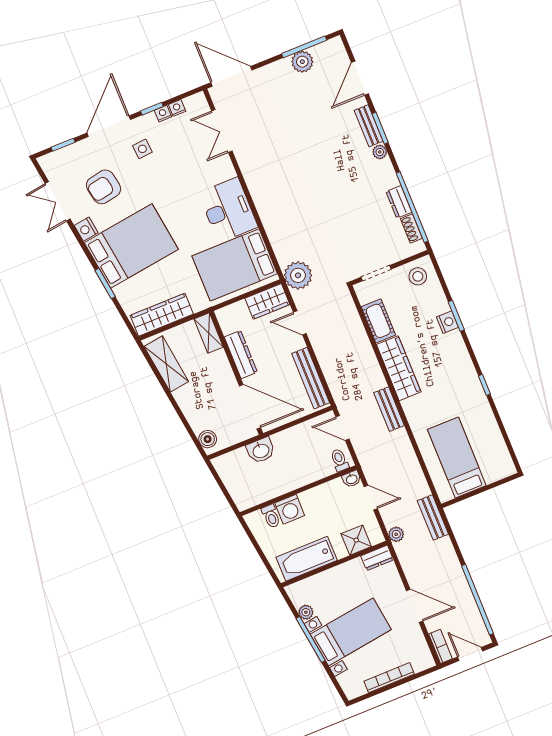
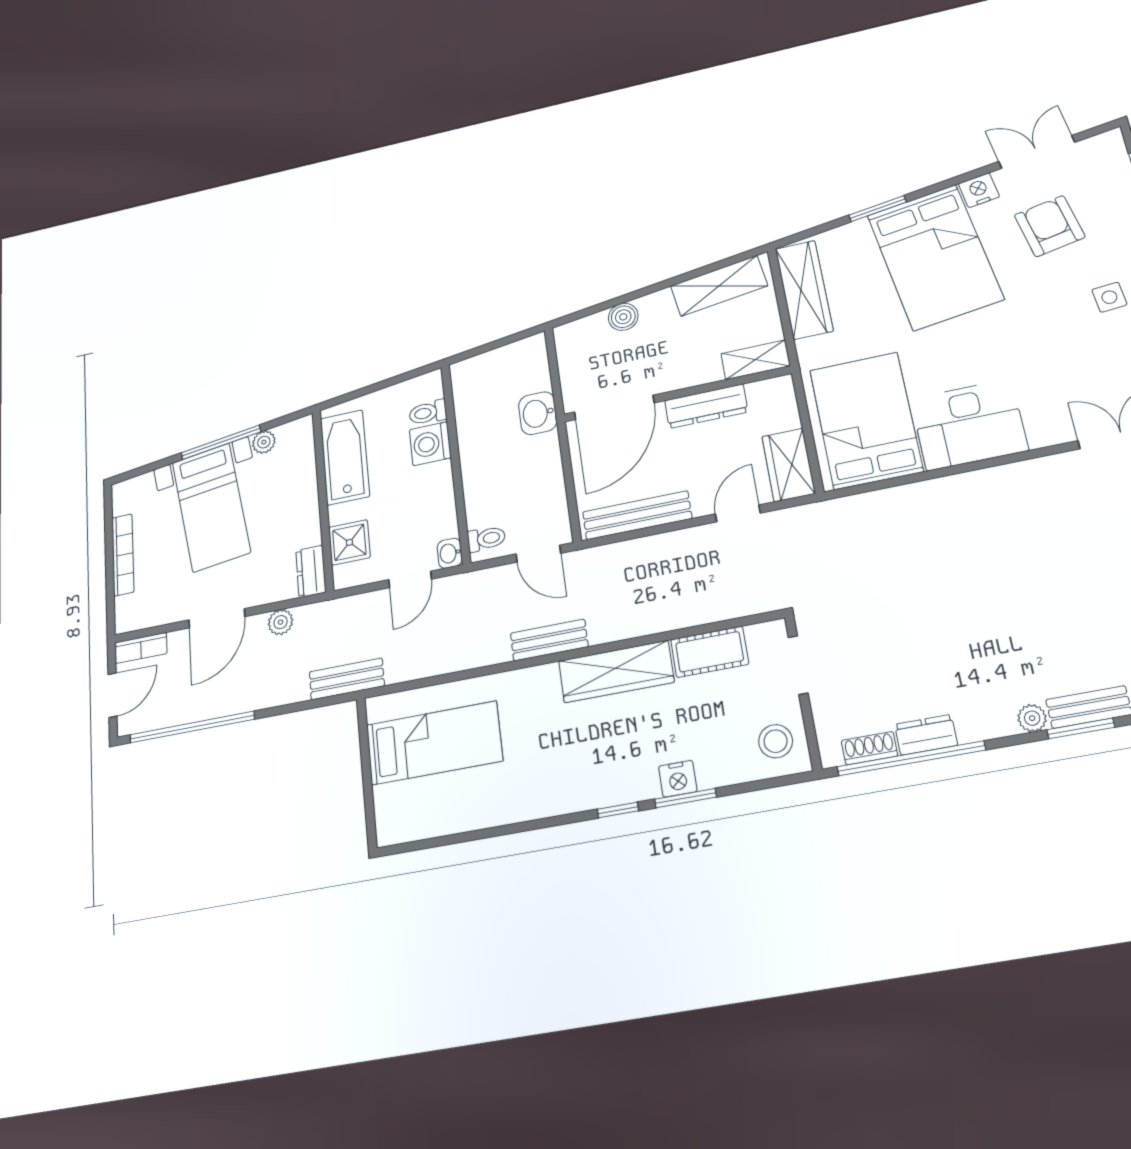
plant: (298, 275) -> (824, 525), removed
window: (484, 385) -> (618, 810), moved
door: (342, 428) -> (538, 554), swing flipped
boiler: (208, 439) -> (623, 317), moved
plant: (396, 534) -> (281, 622), moved

